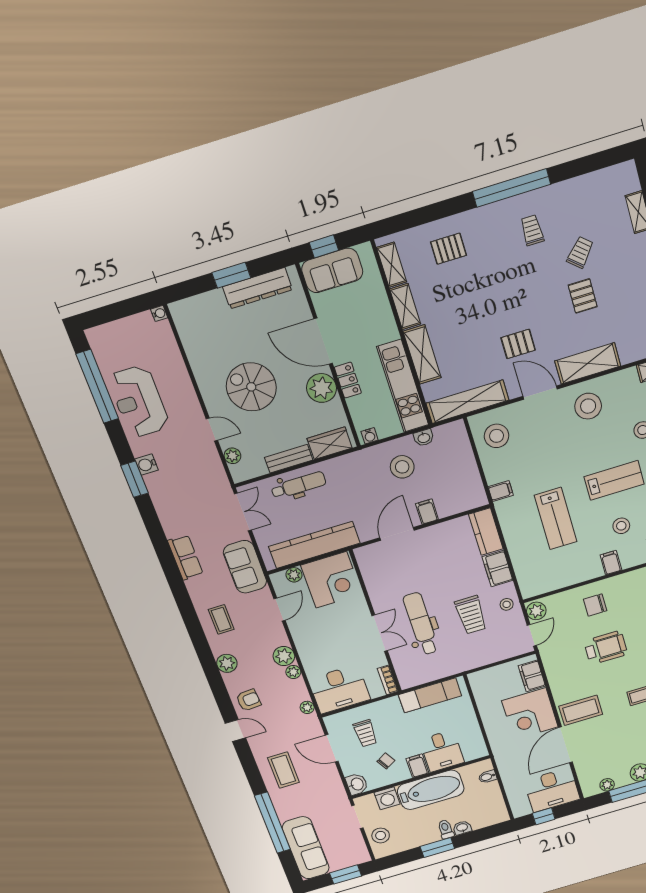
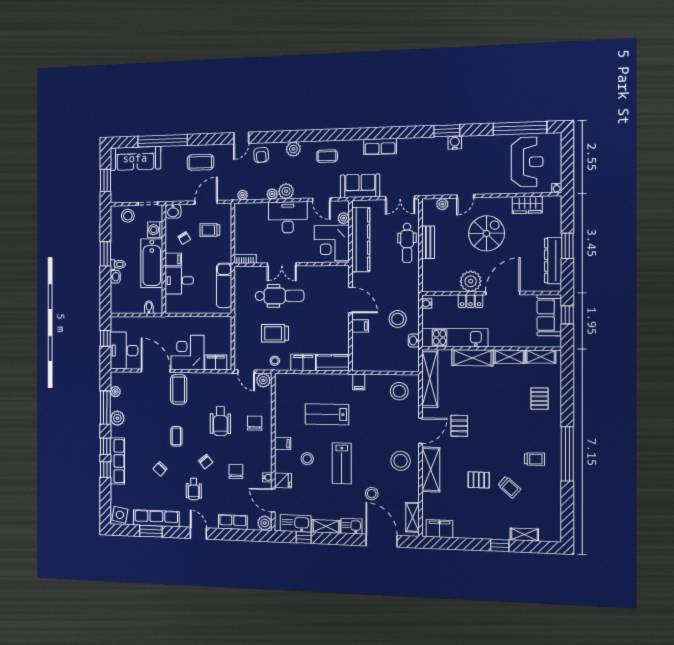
reception desk: (139, 401) -> (527, 162), moved, turned 90
wardrobe: (330, 443) -> (527, 205), moved, turned 90
desk: (339, 689) -> (288, 217), moved, turned 90

